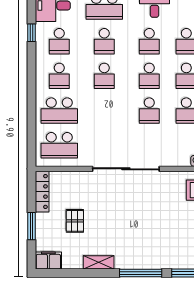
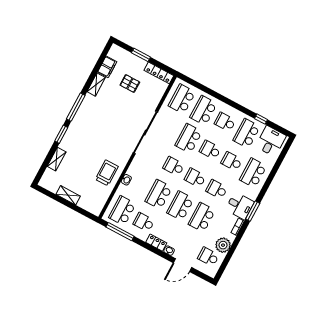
school desk: (59, 41) -> (247, 133), width x1.85
school desk: (104, 111) -> (189, 138), added
filing cabinet: (48, 260) -> (107, 67), moved

